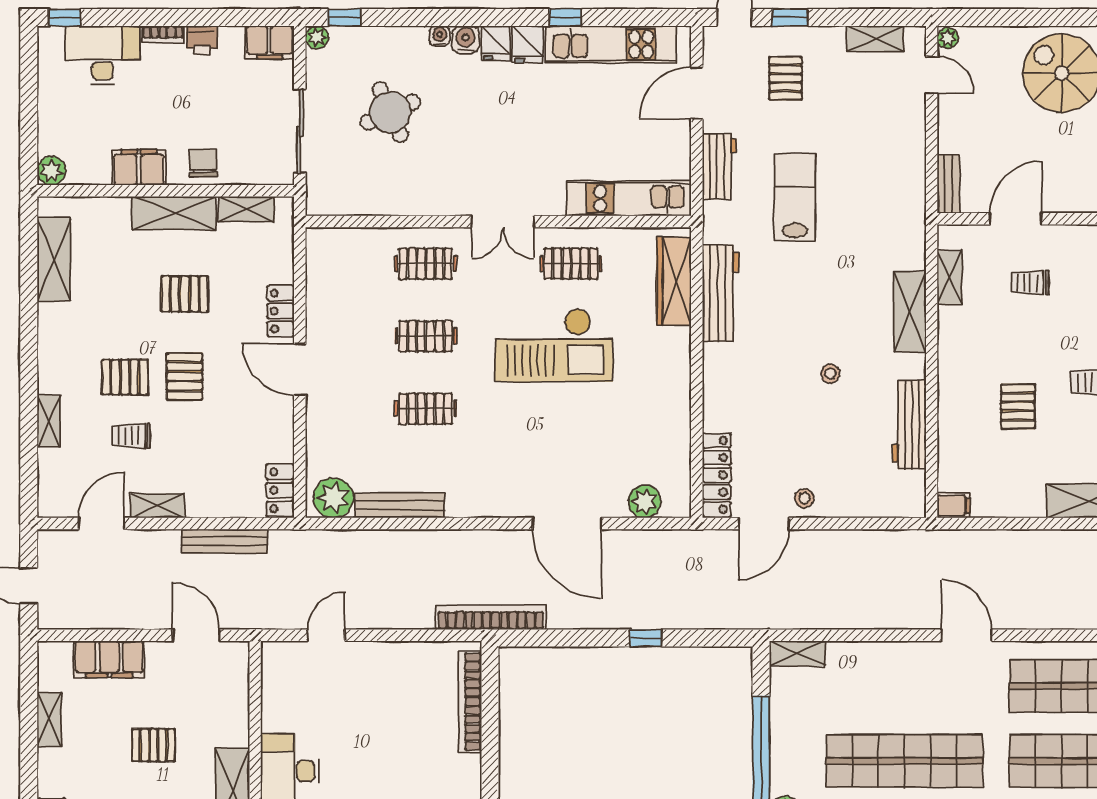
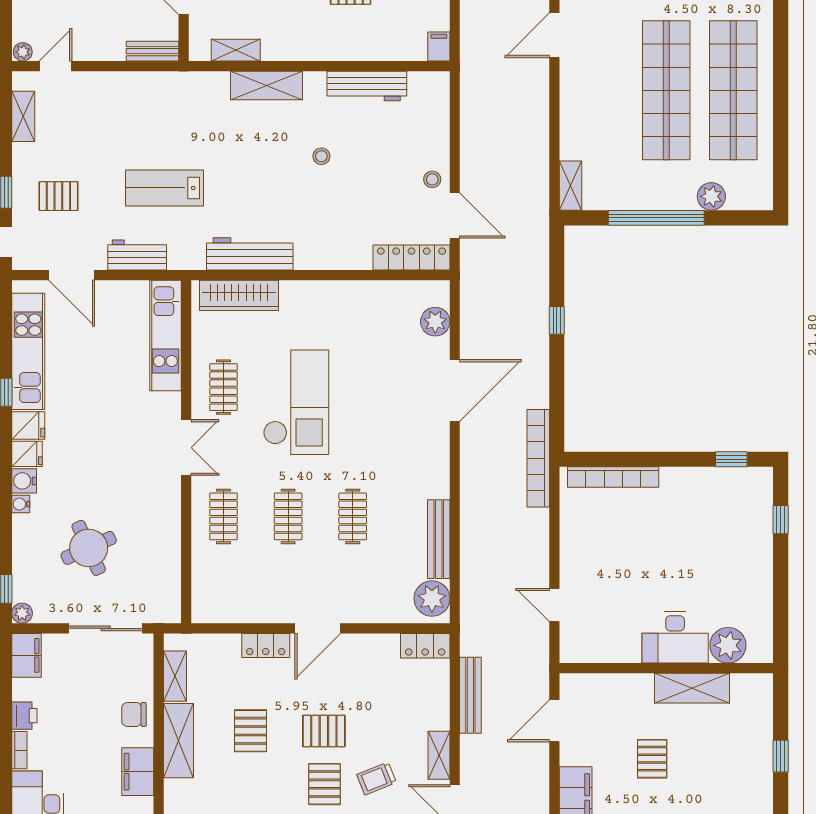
trolley: (131, 436) -> (377, 779), turned 68

